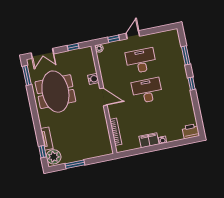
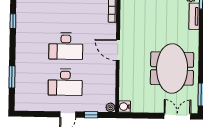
window: (73, 47) -> (140, 116), removed
water cooler: (93, 79) -> (124, 107), moved
window: (192, 84) -> (13, 21), moved

